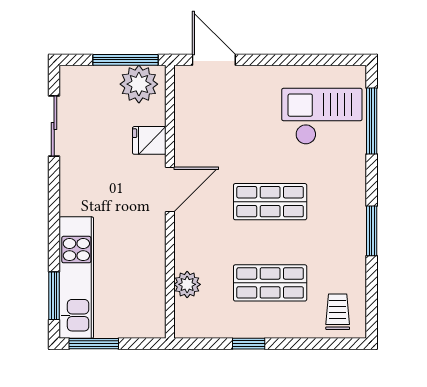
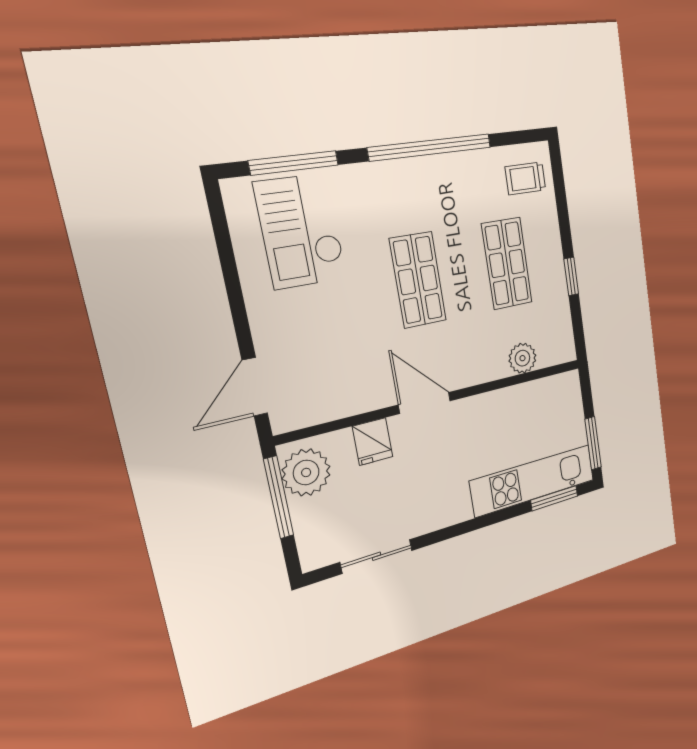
window: (372, 231) -> (431, 147), width x2.11

